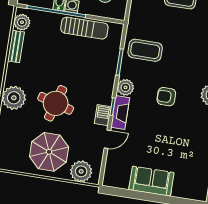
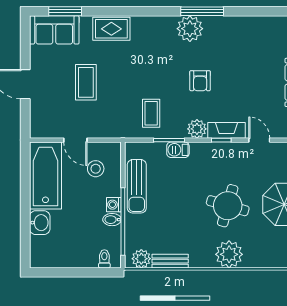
sun lounger: (84, 28) -> (137, 186), turned 180
coffee table: (145, 50) -> (151, 113), width x0.73, depth x0.77
barbecue: (103, 115) -> (178, 150), moved

